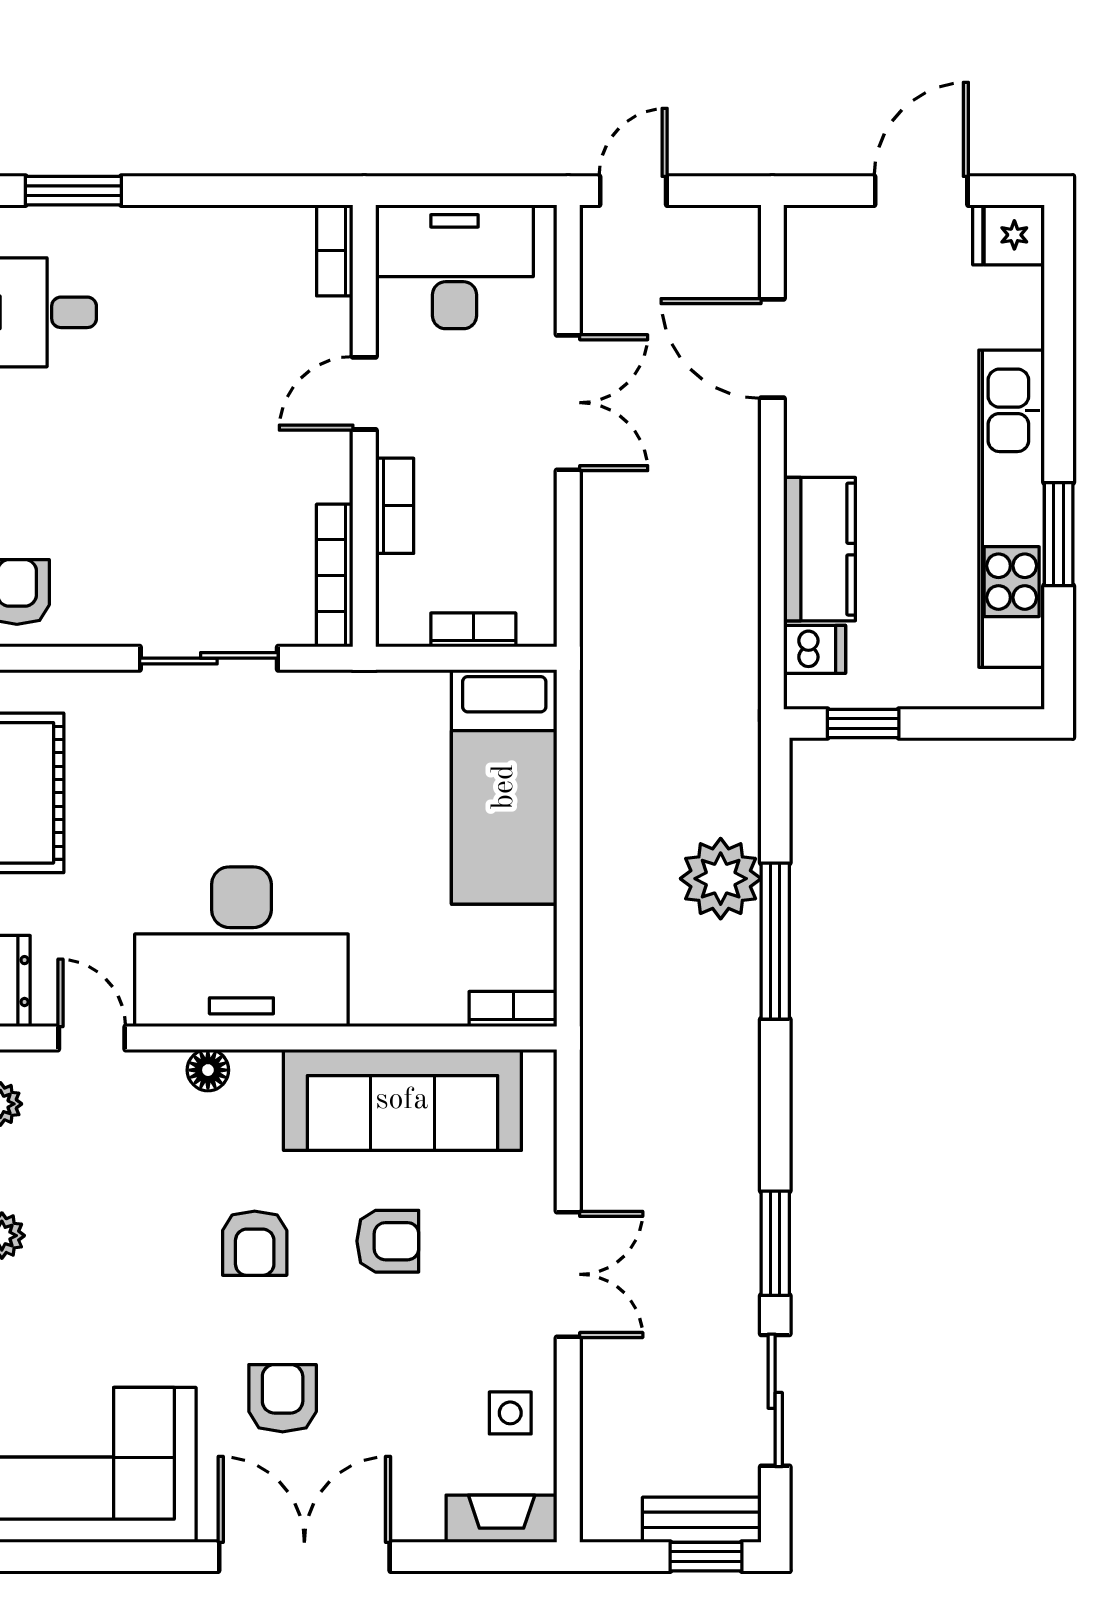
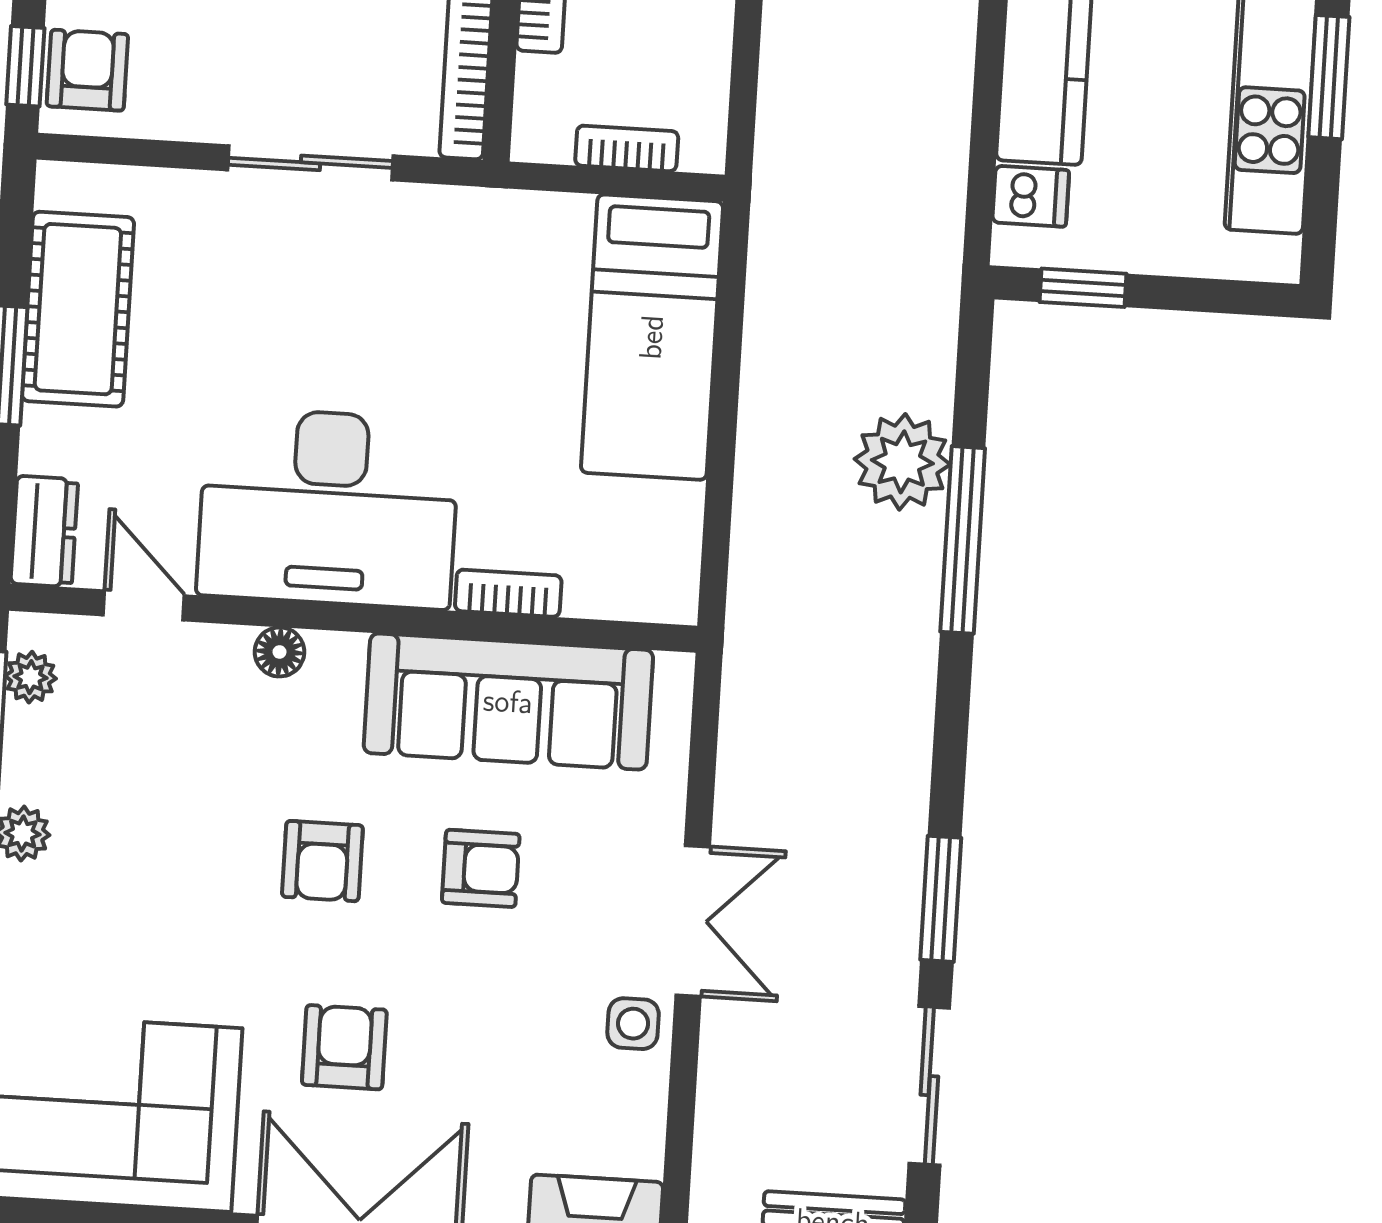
bookcase: (513, 1009) -> (508, 593), moved
side table: (510, 1413) -> (633, 1024), moved

